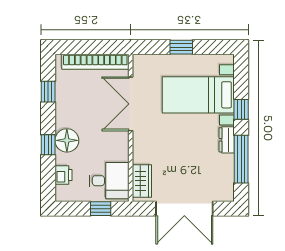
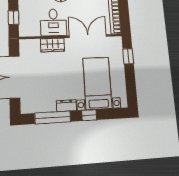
window: (181, 47) -> (128, 56), moved
desk: (109, 181) -> (53, 22), moved
wardrobe: (142, 181) -> (53, 45), moved

